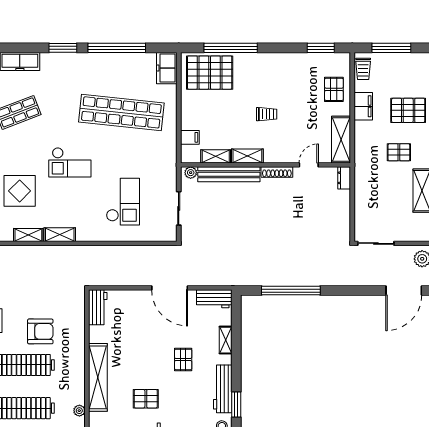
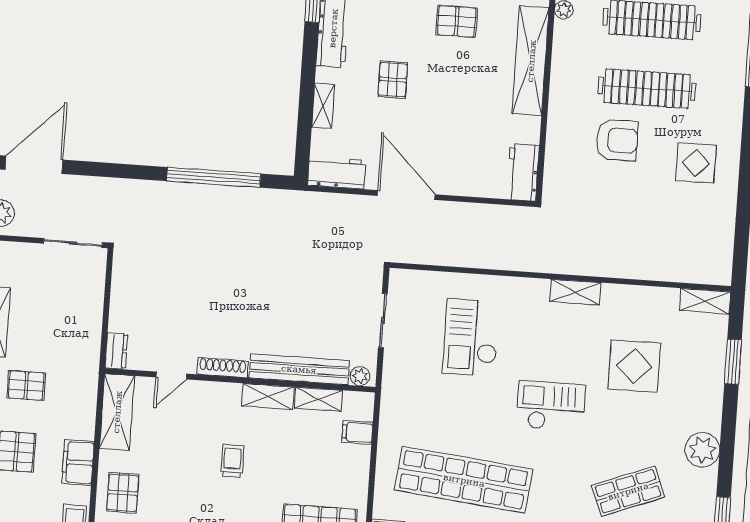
trolley: (267, 114) -> (232, 461), turned 90
shelving: (28, 235) -> (625, 295), removed
armchair: (40, 331) -> (617, 140), turned 180

